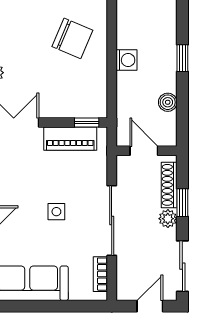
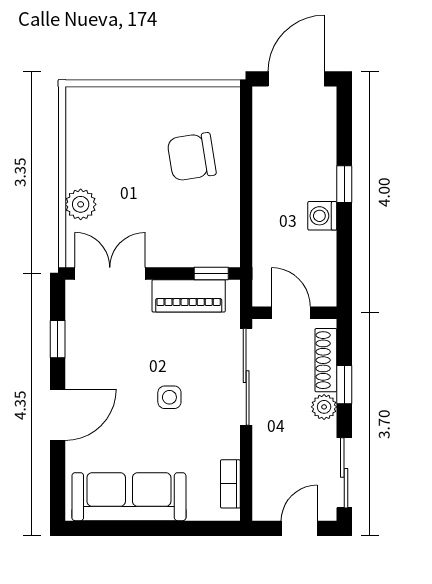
chair: (72, 38) -> (192, 157), turned 148
washing machine: (126, 60) -> (322, 216), moved, turned 180
boiler: (168, 102) -> (324, 245), removed
sliding door: (112, 220) -> (246, 377), moved

